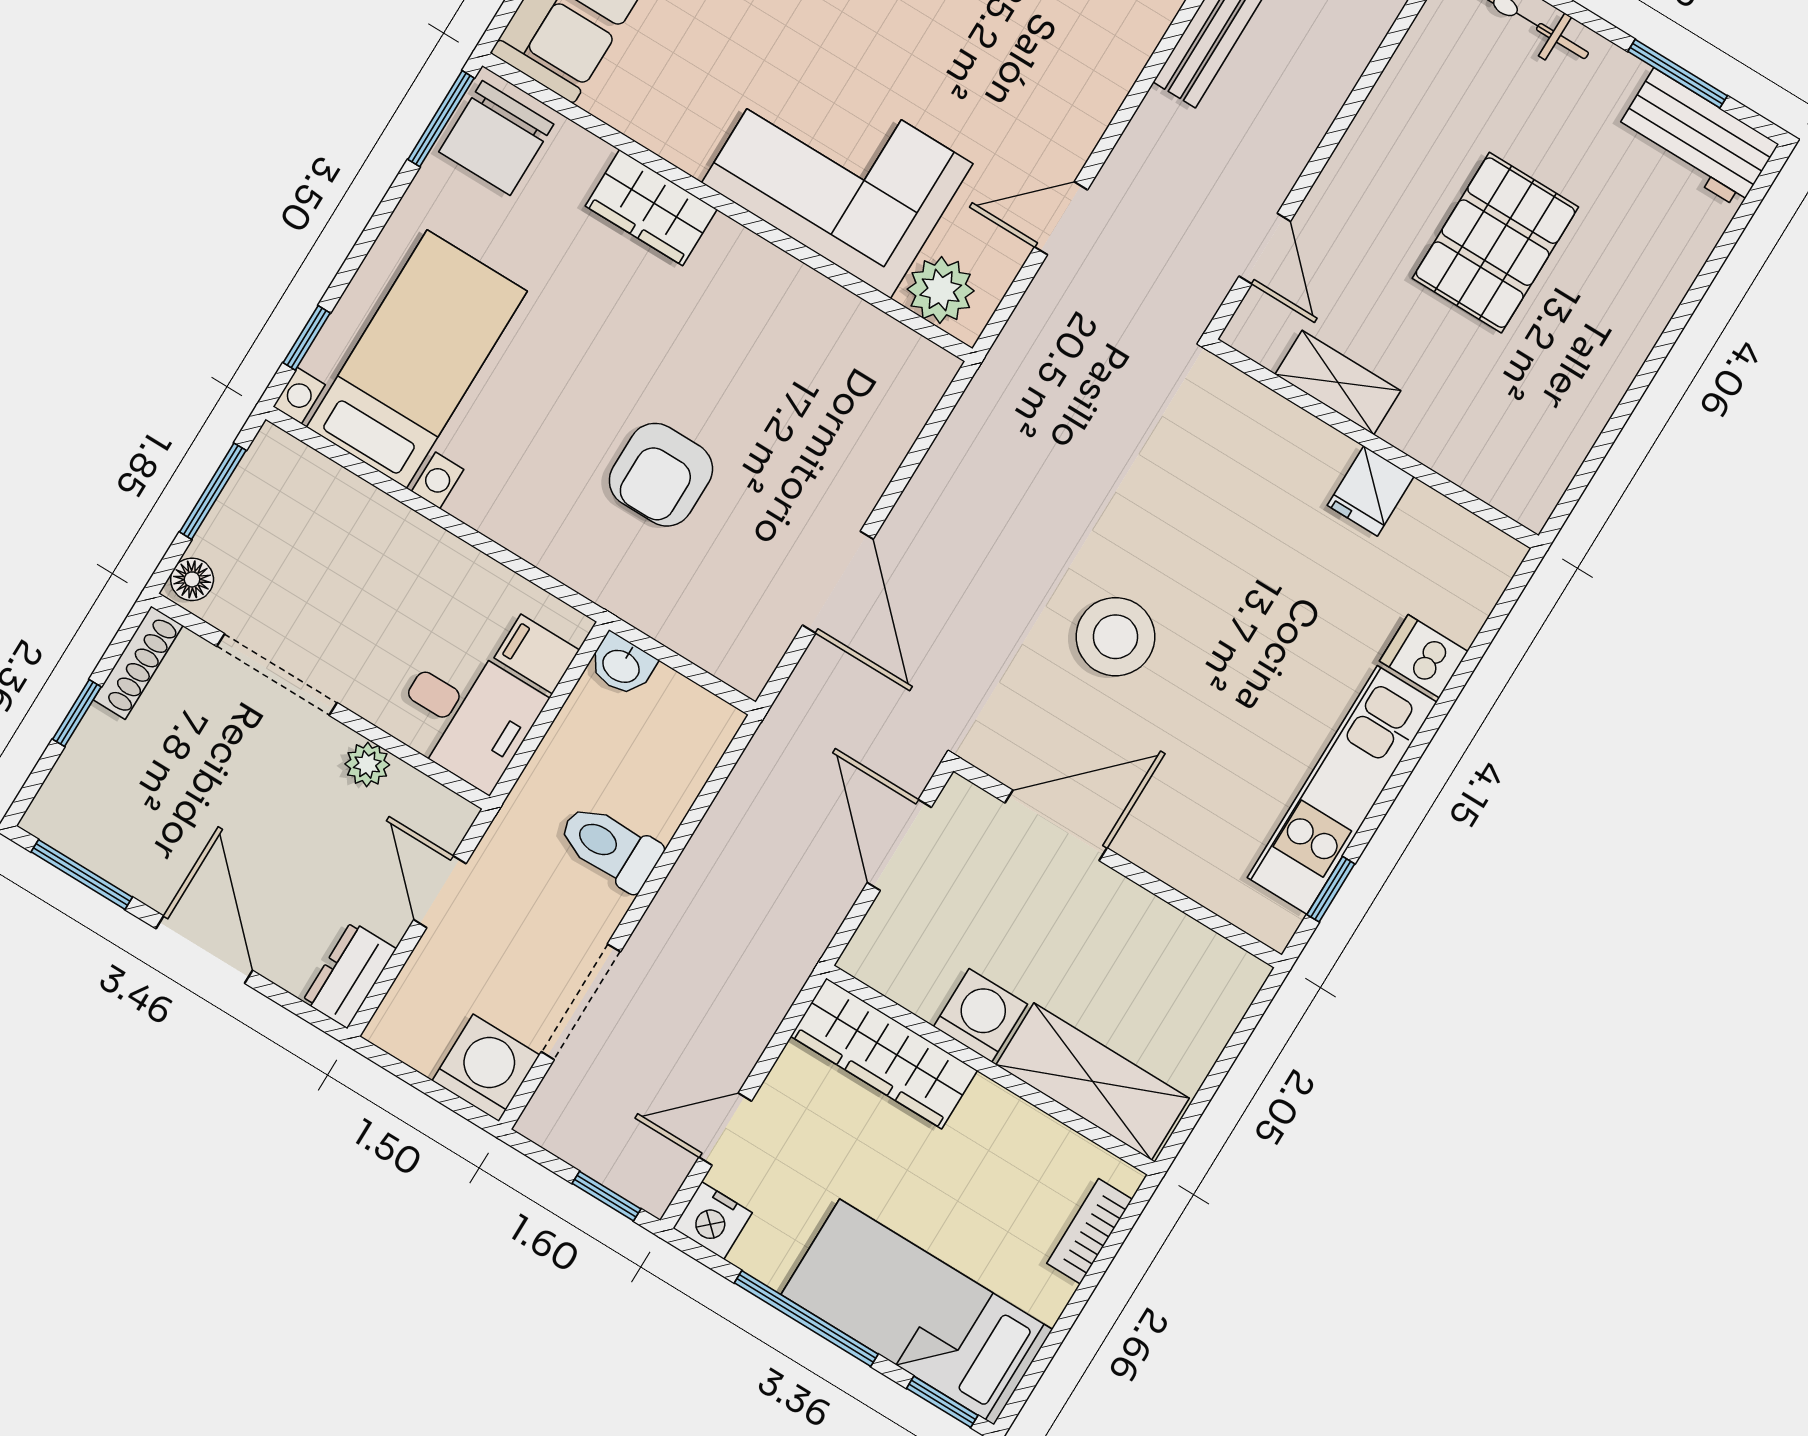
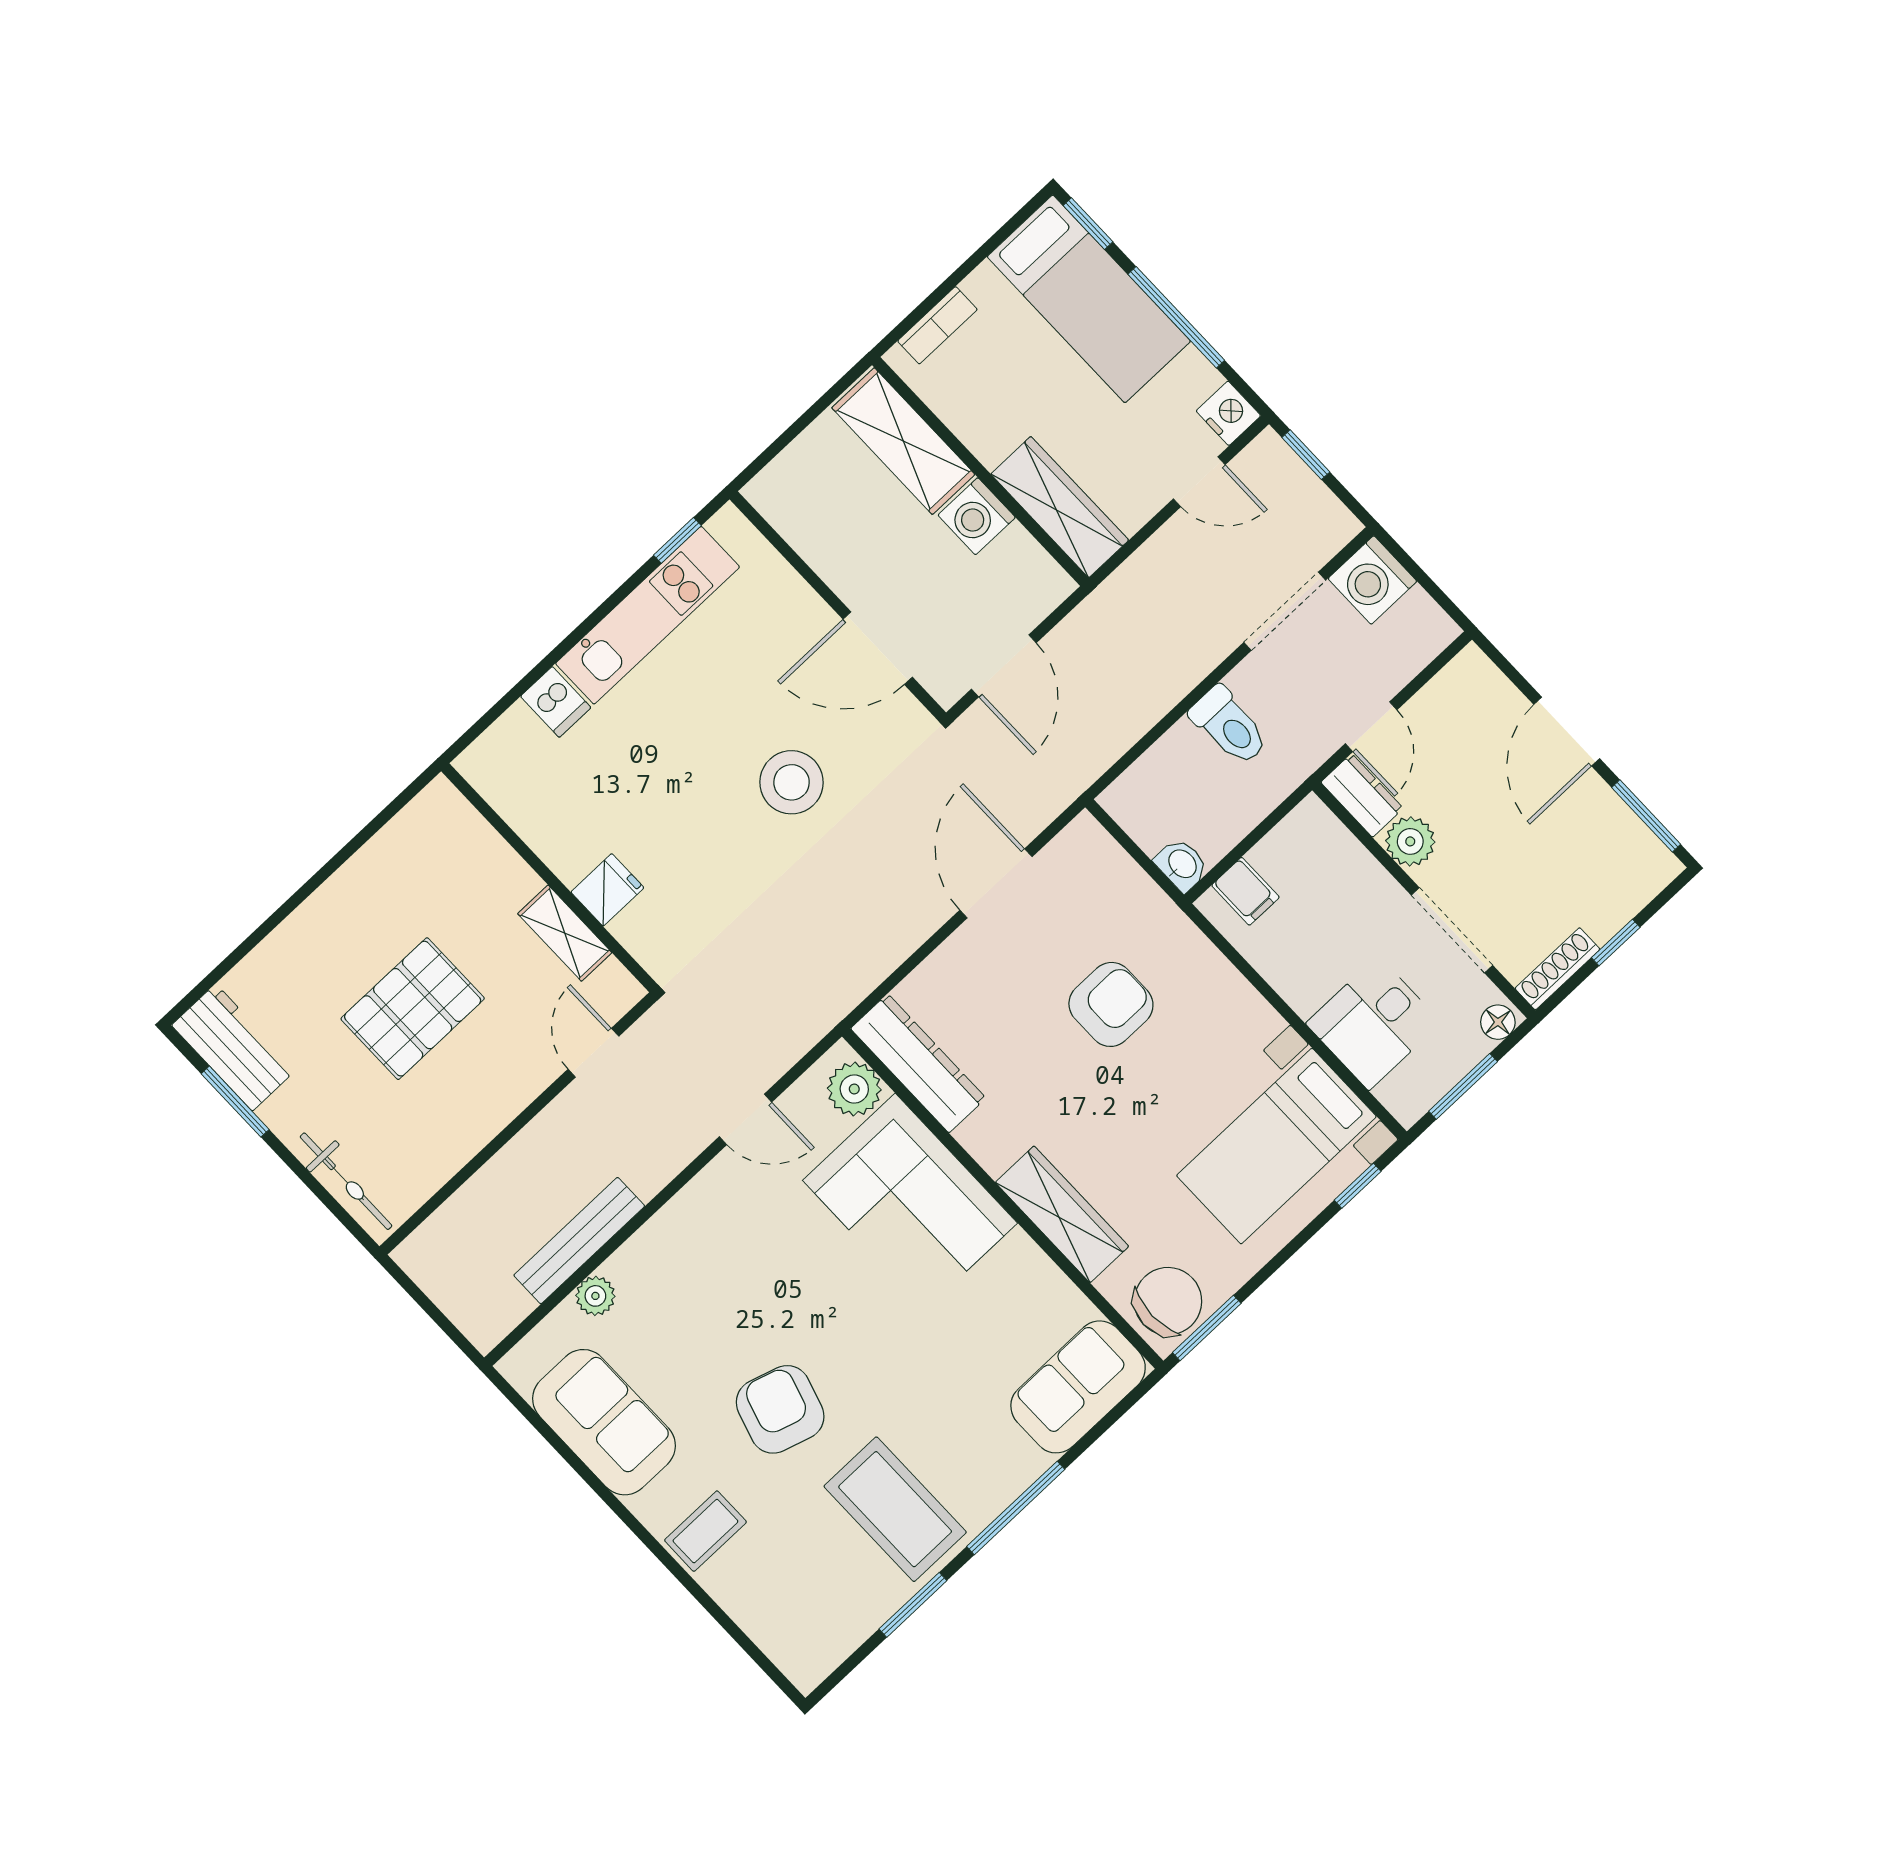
wardrobe: (651, 208) -> (1062, 1214), width x1.50
dresser: (872, 342) -> (918, 1063), added
fridge: (1371, 491) -> (607, 890), moved
desk: (467, 715) -> (1373, 1023), moved, turned -90
plant: (367, 764) -> (1410, 841), width x1.38, depth x1.38
dresser: (349, 975) -> (1362, 795), moved, turned -90

